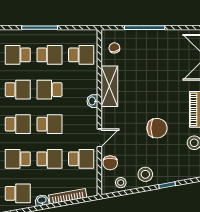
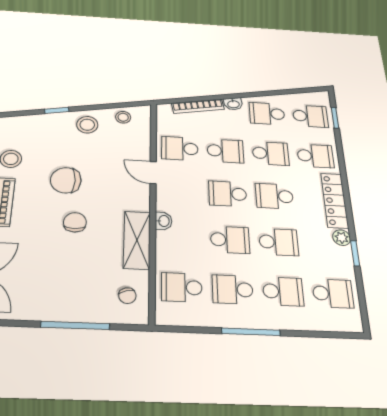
school desk: (18, 90) -> (279, 242), turned 180
door: (99, 138) -> (153, 173), hinge flipped
school desk: (49, 159) -> (225, 151), turned 180
chair: (110, 163) -> (75, 222), moved

